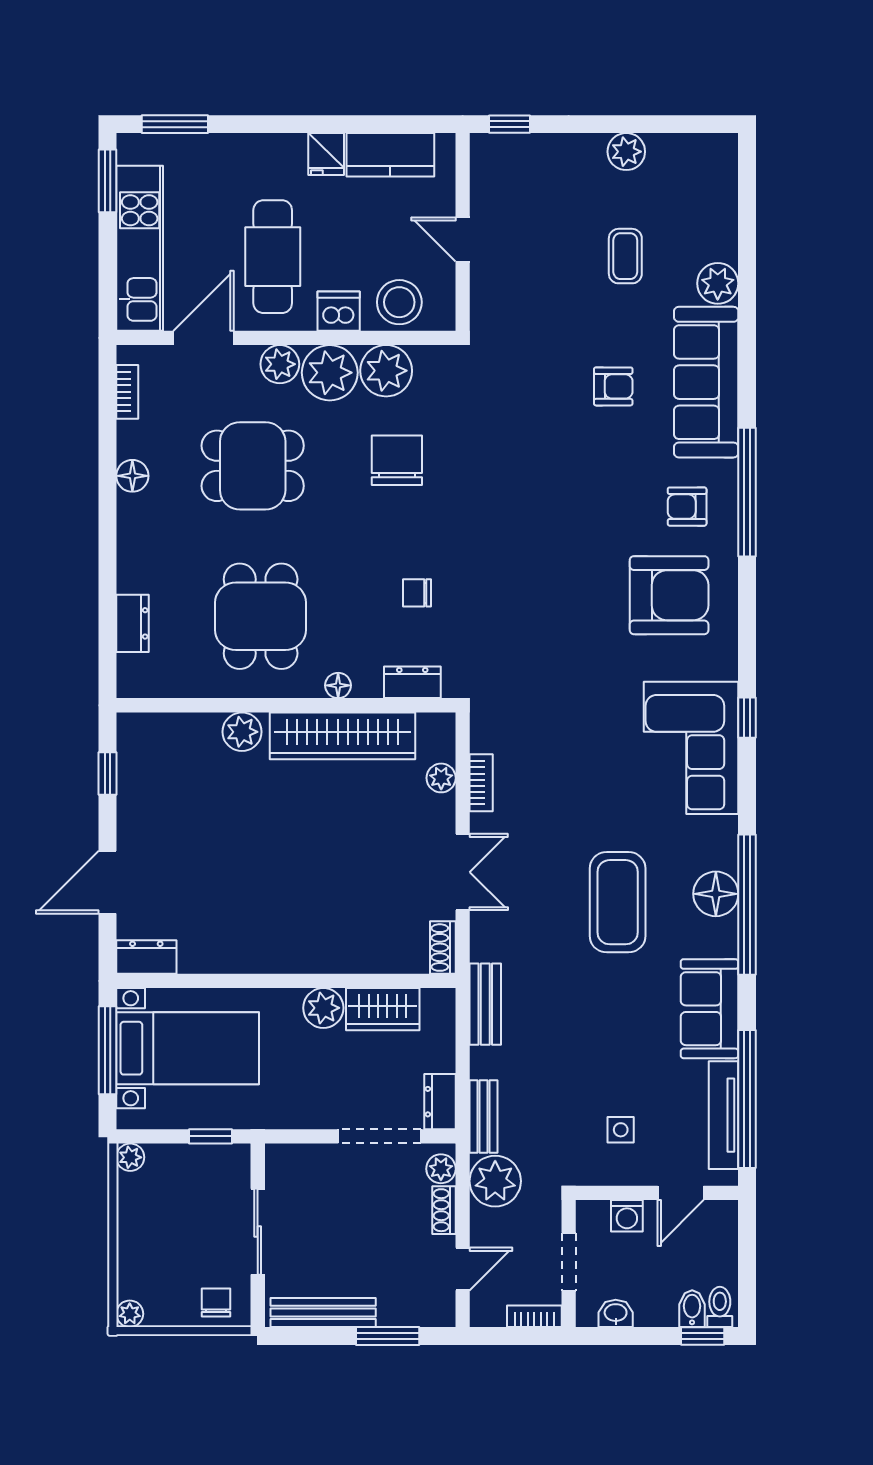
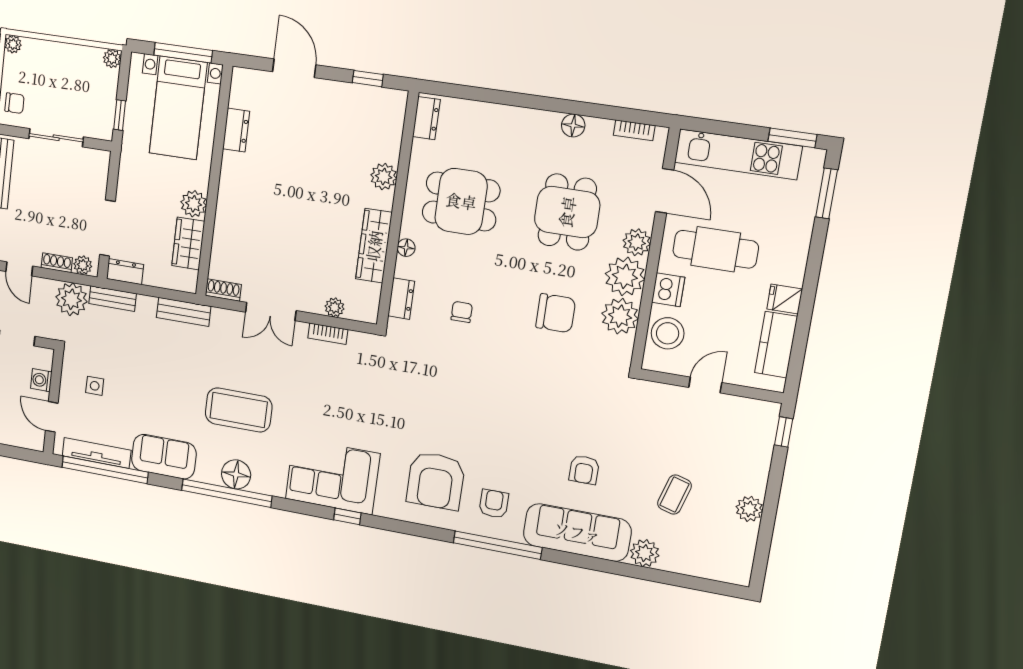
coffee table: (625, 256) -> (674, 495), turned -74
dresser: (133, 623) -> (426, 118), moved, turned -90
wardrobe: (343, 736) -> (374, 246), width x0.71, depth x0.85
dresser: (146, 957) -> (236, 130), moved

